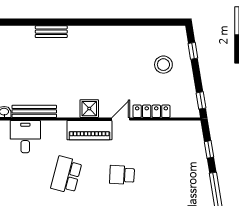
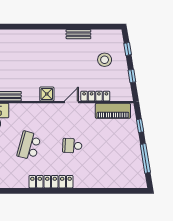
bench: (51, 32) -> (78, 34), moved
window: (201, 100) -> (132, 76), moved
piano: (89, 130) -> (113, 111), moved

